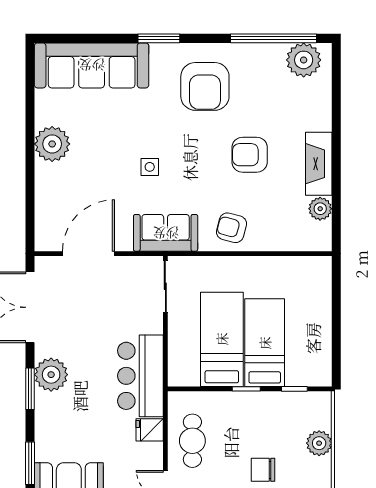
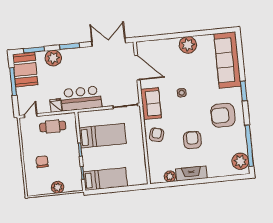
bed: (265, 343) -> (105, 179), moved
plant: (51, 375) -> (53, 58), moved

